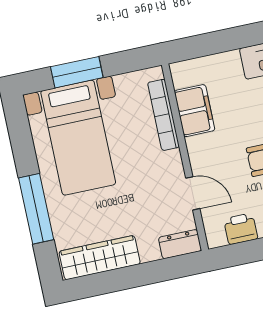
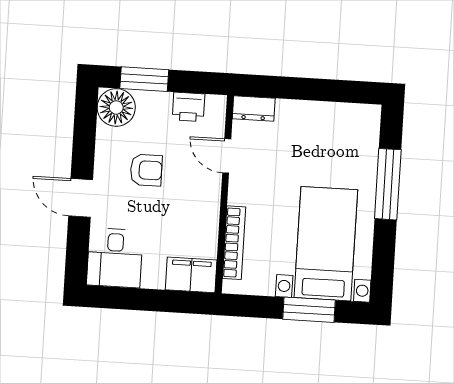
filing cabinet: (195, 111) -> (191, 275), moved, turned 90
wardrobe: (100, 258) -> (338, 118), removed

